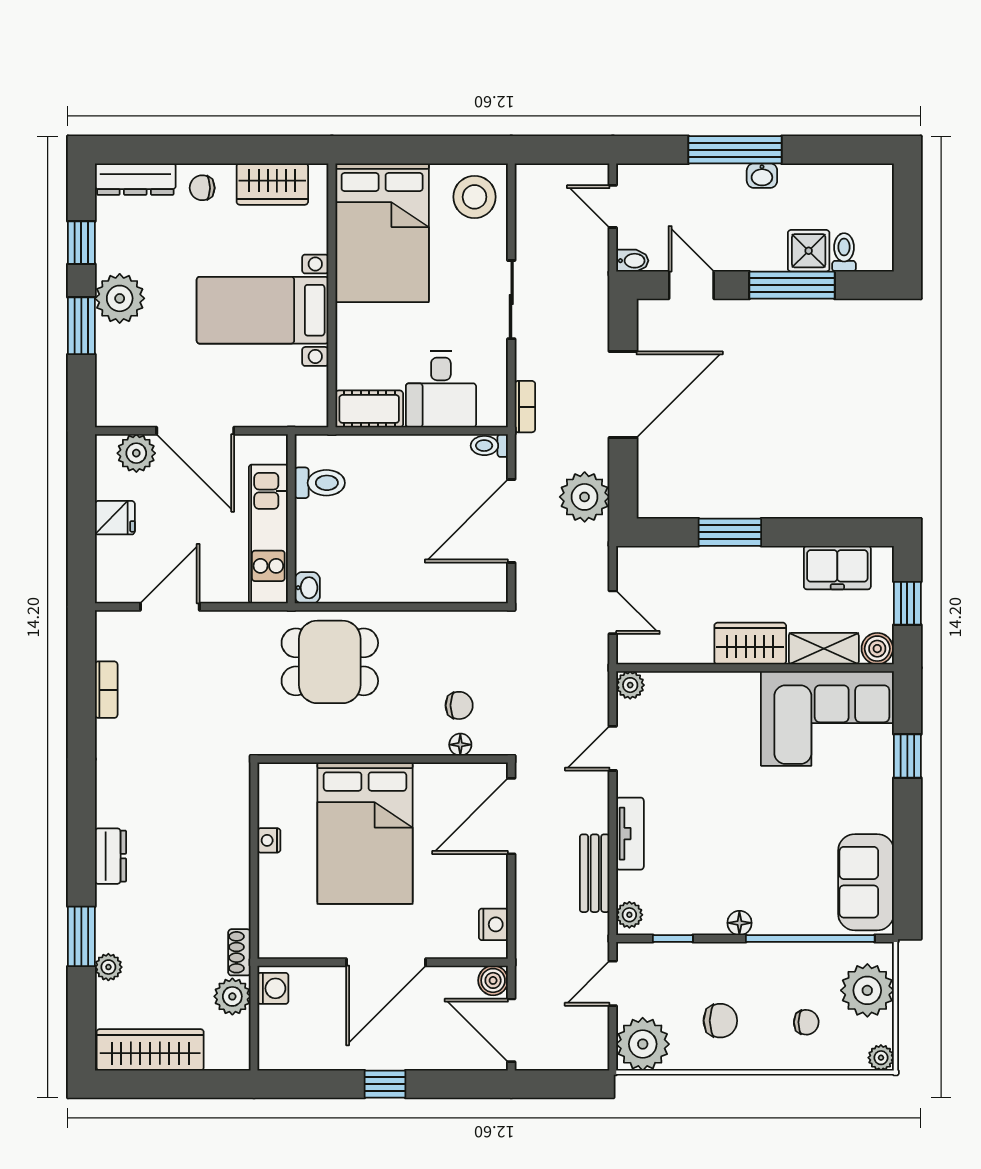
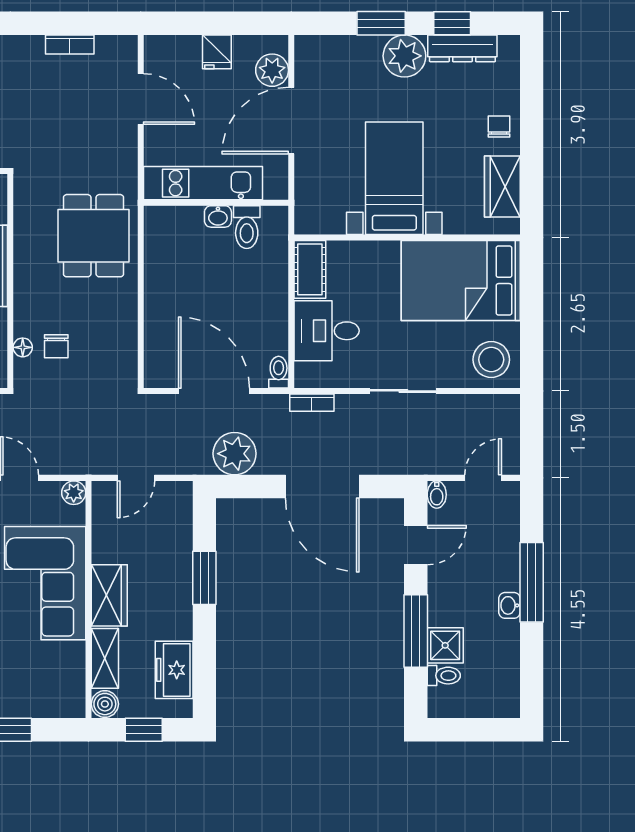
dresser: (135, 179) -> (462, 48), moved, turned -90
washbasin: (307, 588) -> (218, 216), moved
corner sofa: (827, 718) -> (45, 583), moved

